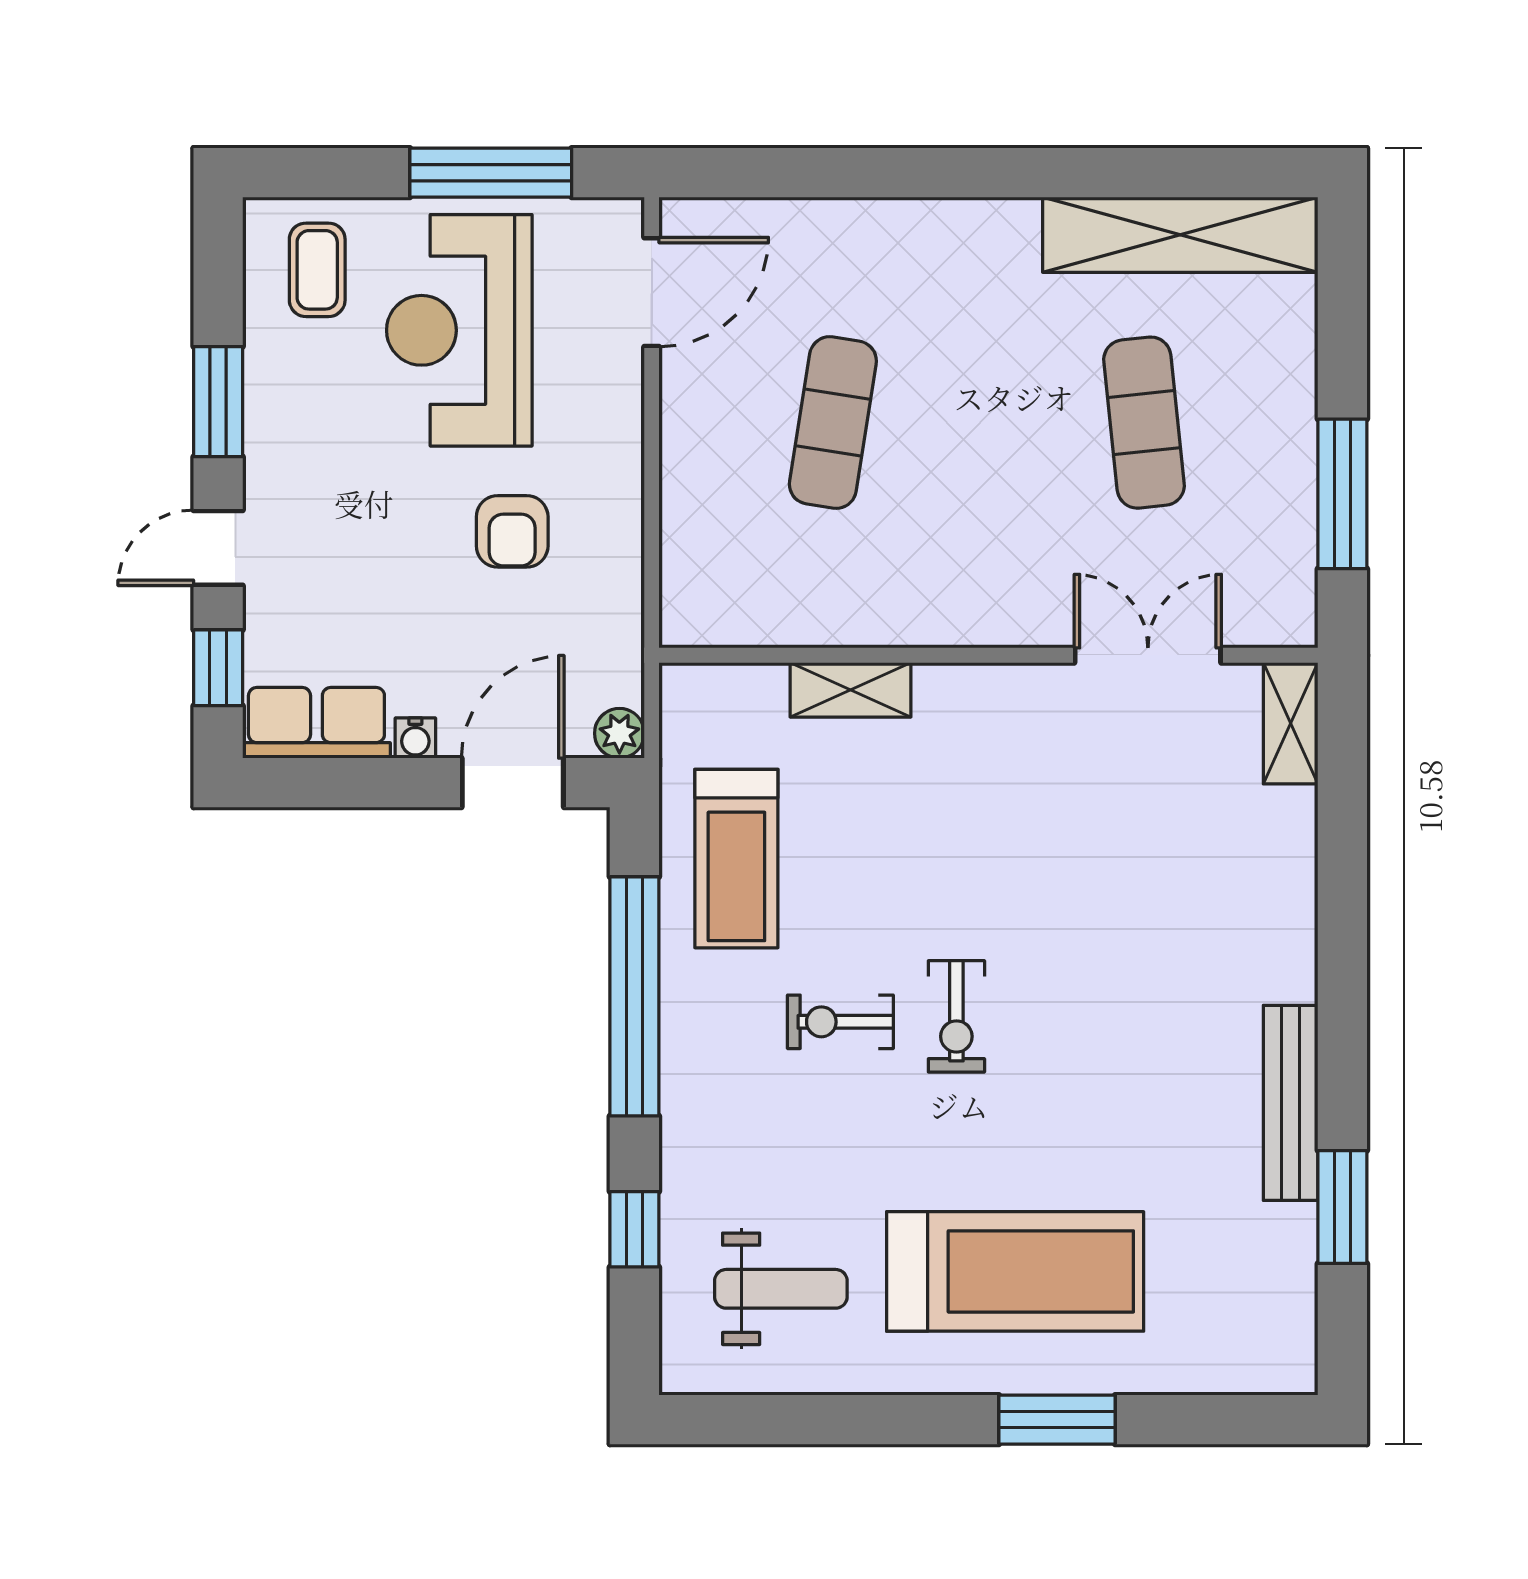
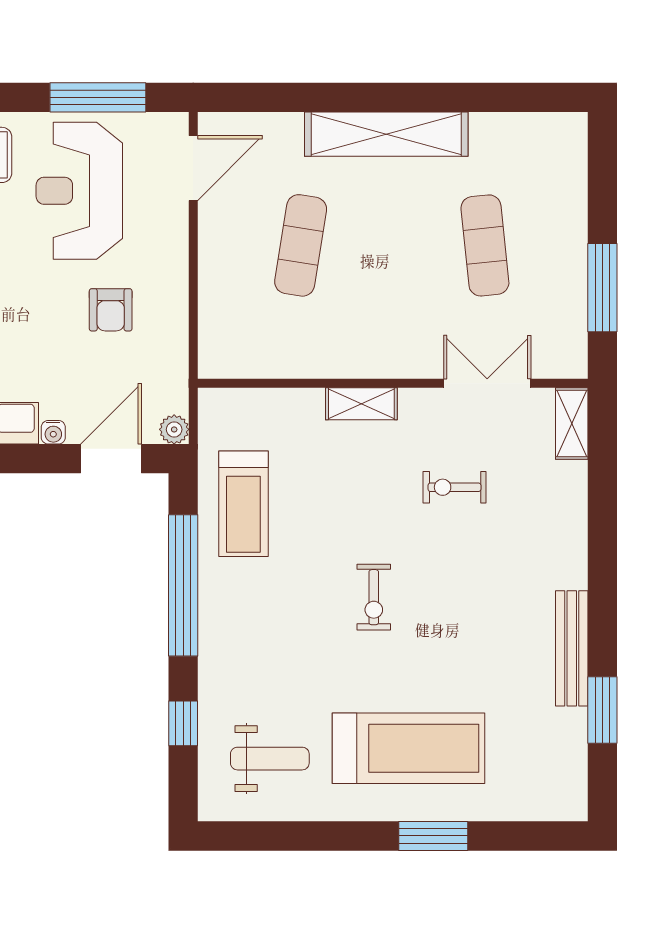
shelving: (1180, 235) -> (386, 134), moved
shelving: (851, 690) -> (361, 404), moved
exercise bike: (840, 1022) -> (454, 487), moved

